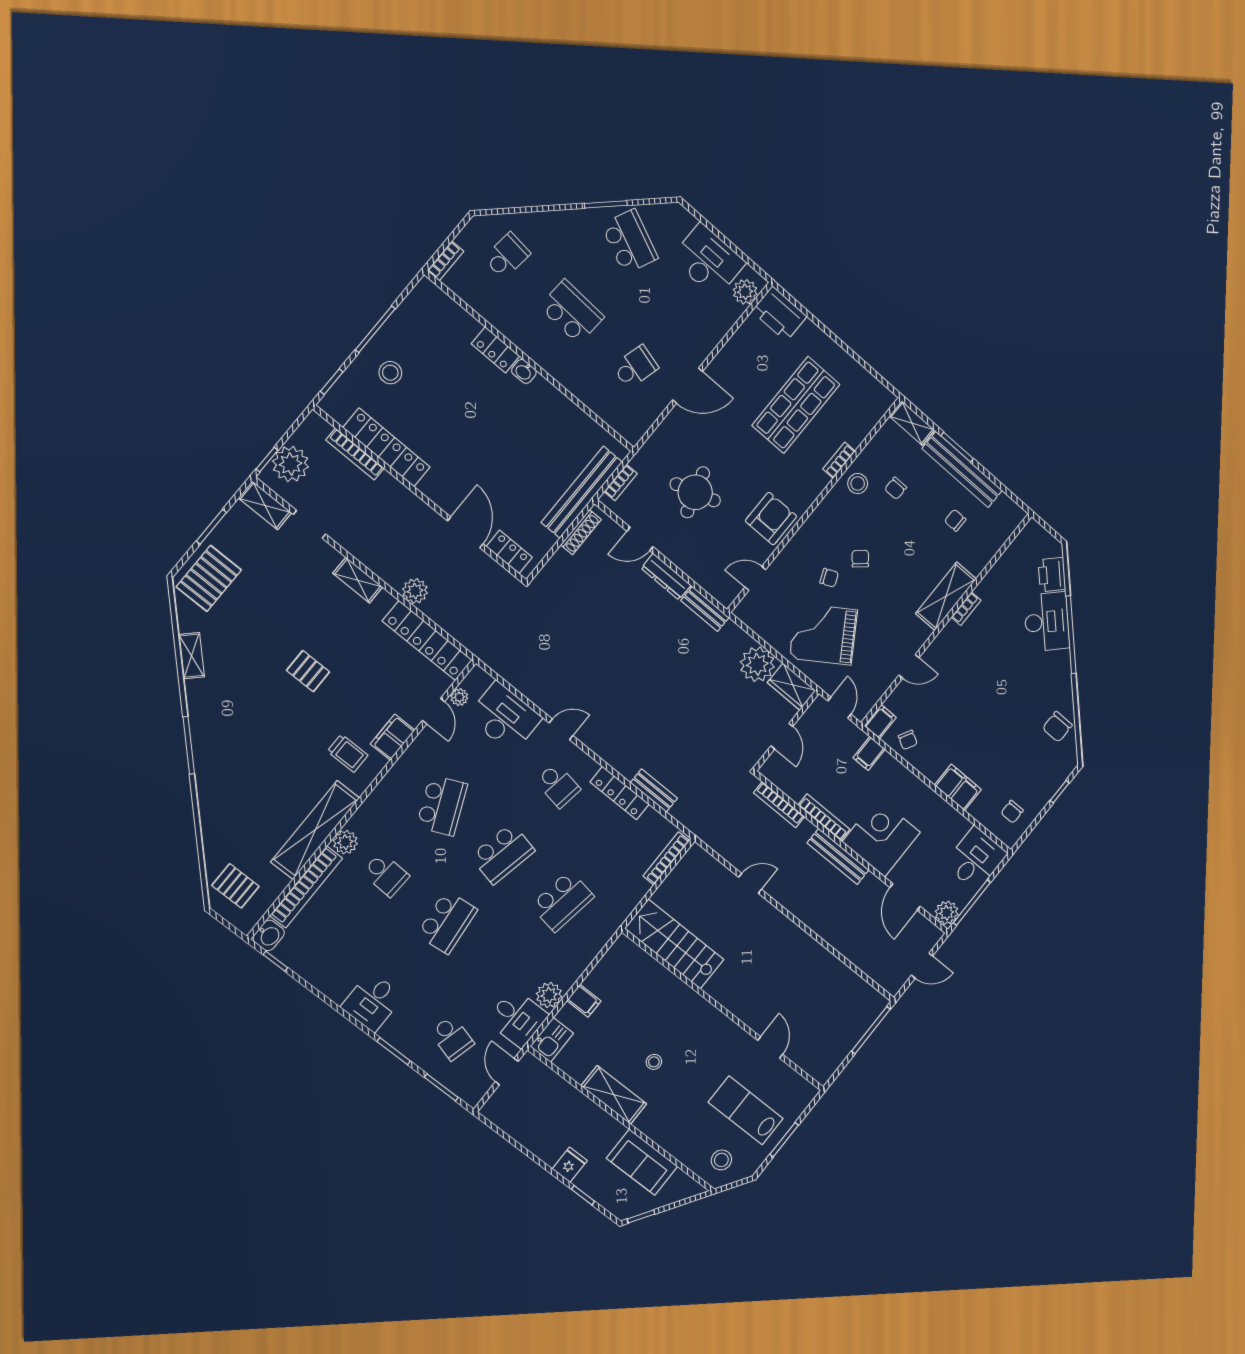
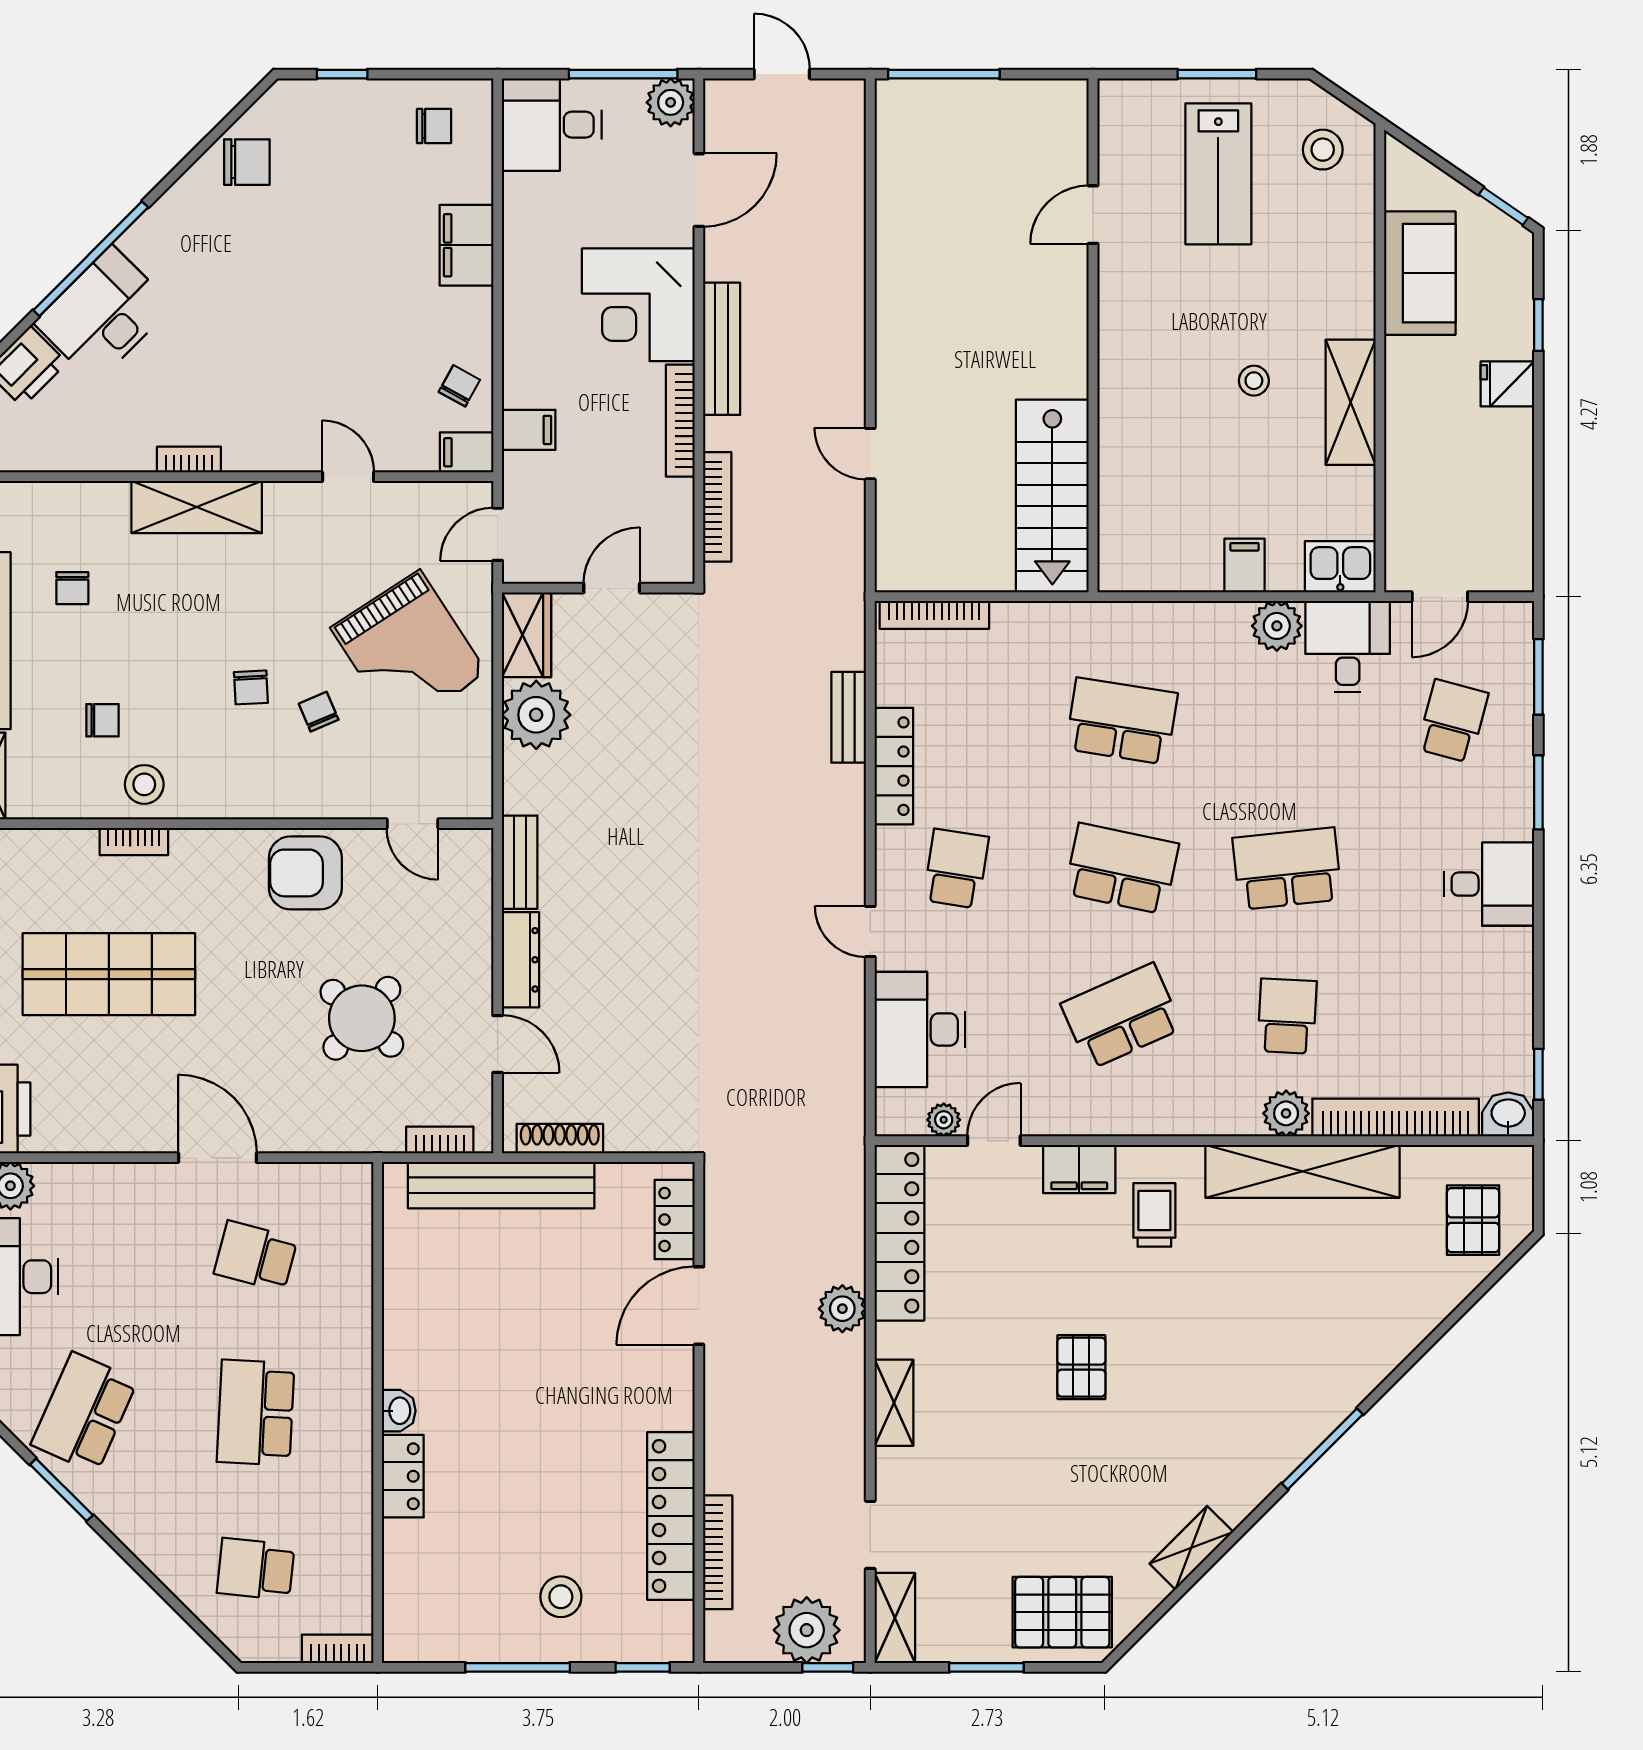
round table: (695, 492) -> (362, 1018), turned -31
chair: (860, 559) -> (251, 687), turned -52

